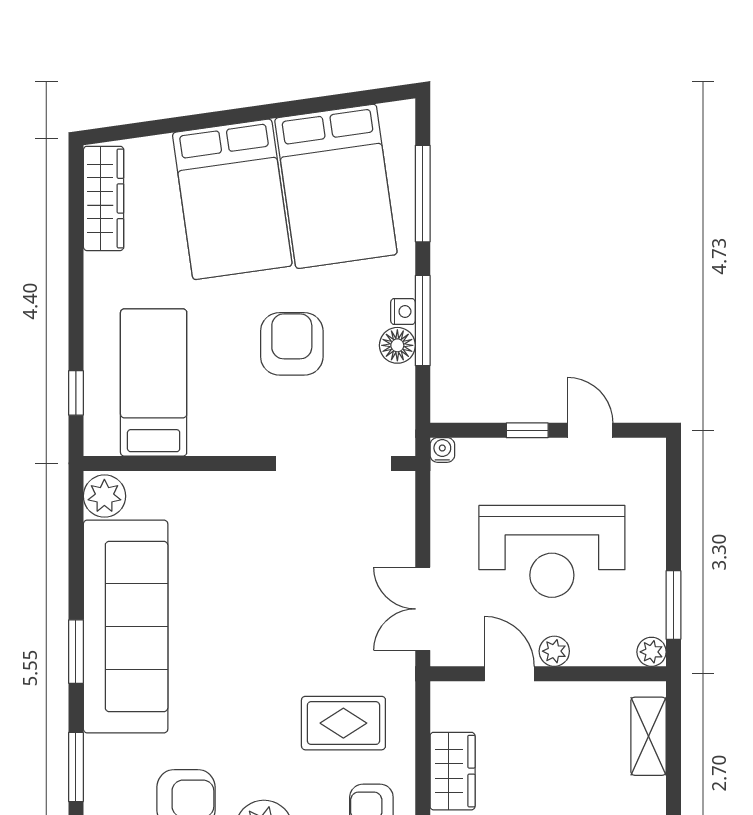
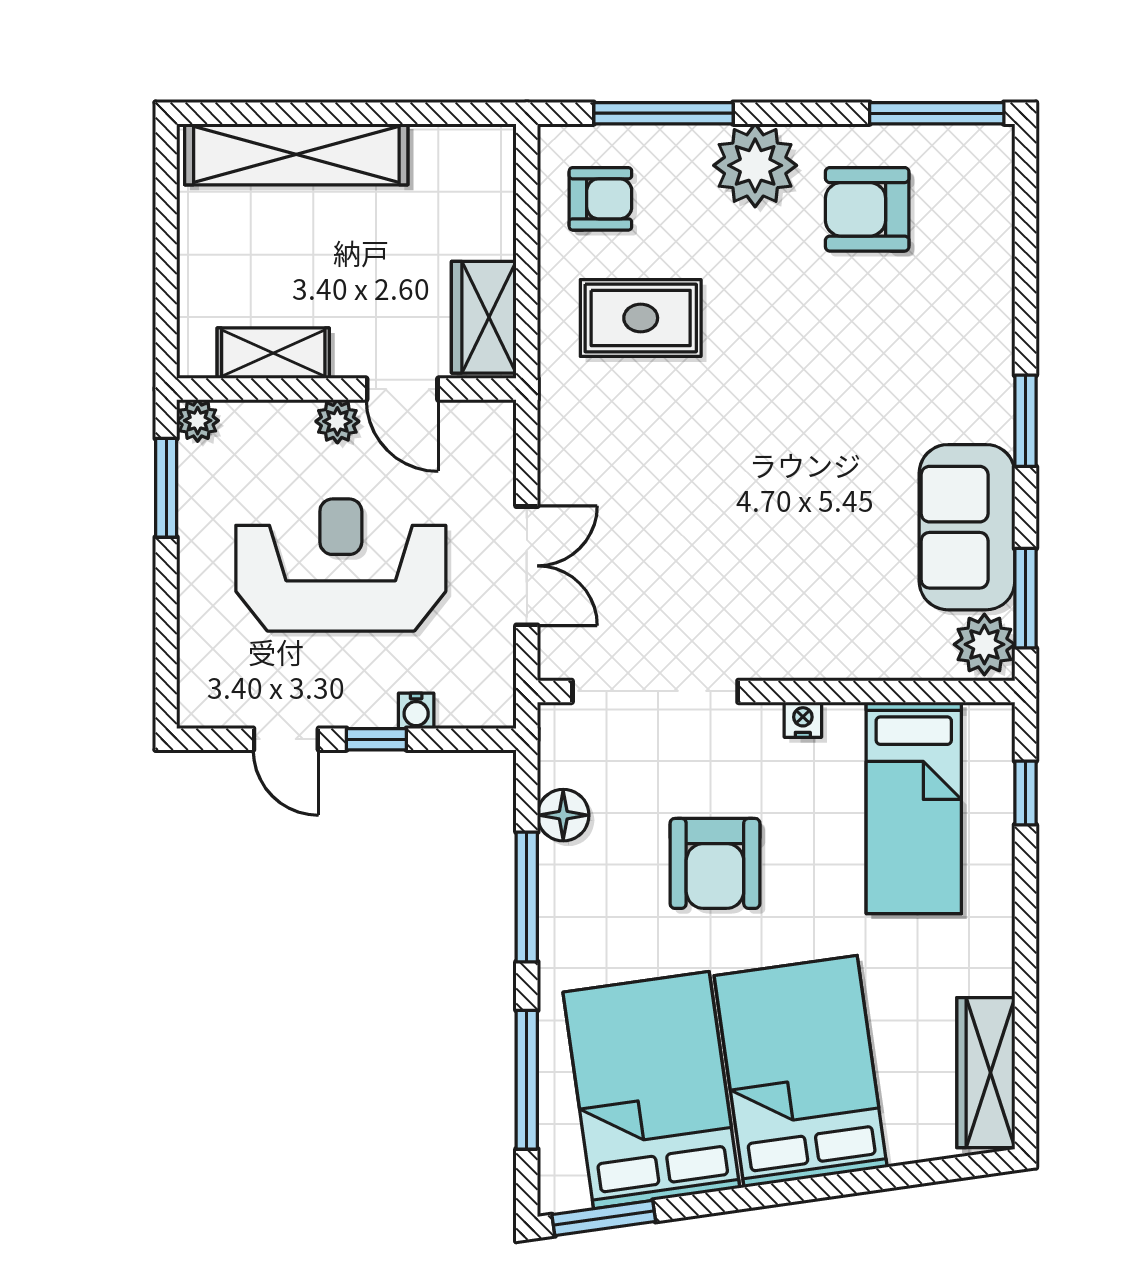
window: (369, 97) -> (604, 1218), added
nightstand: (403, 311) -> (803, 720), moved, turned 90
floor lamp: (397, 345) -> (563, 815), moved
water cooler: (442, 450) -> (416, 711), moved
double door: (423, 609) -> (527, 566), moved
sofa: (126, 626) -> (967, 527), width x0.54, depth x0.79
shelving: (648, 736) -> (273, 353), moved, turned 90
window: (76, 767) -> (1025, 598), moved
wardrobe: (453, 771) -> (484, 317), moved

